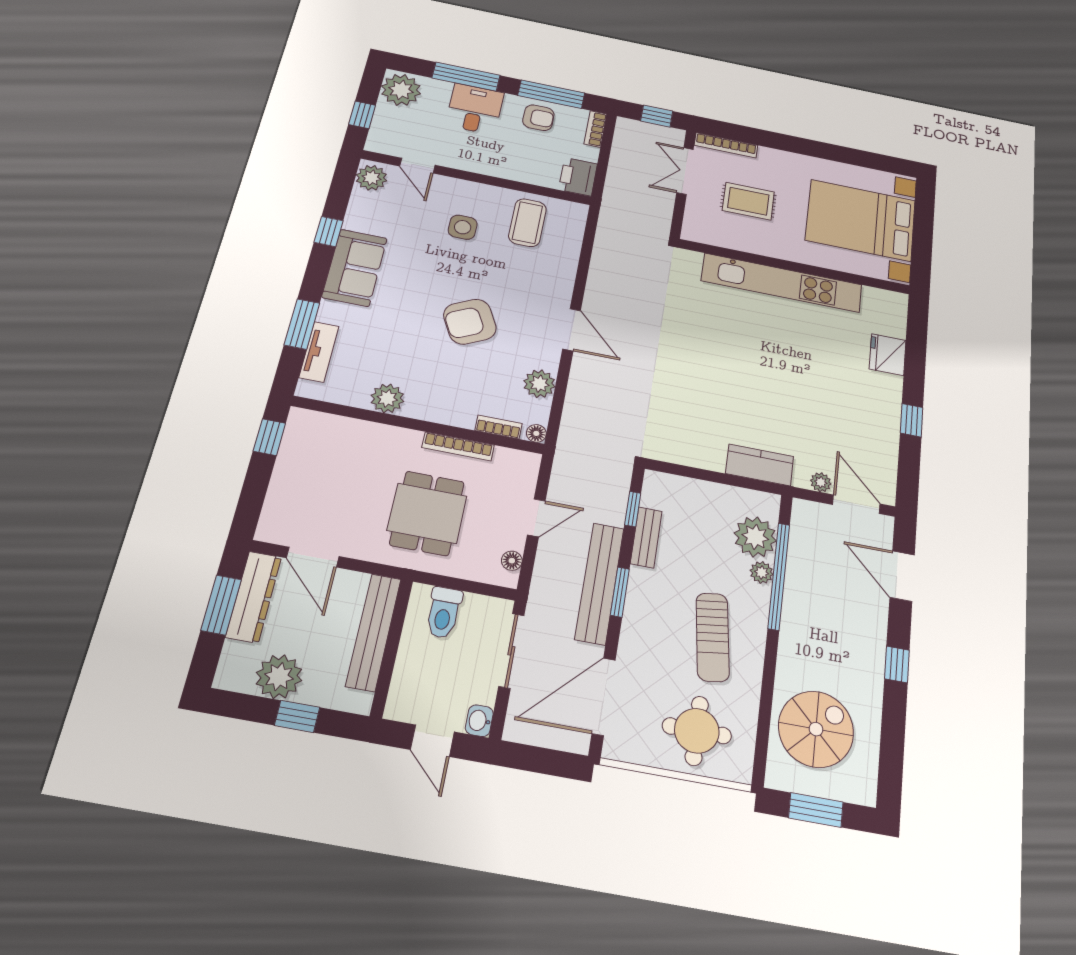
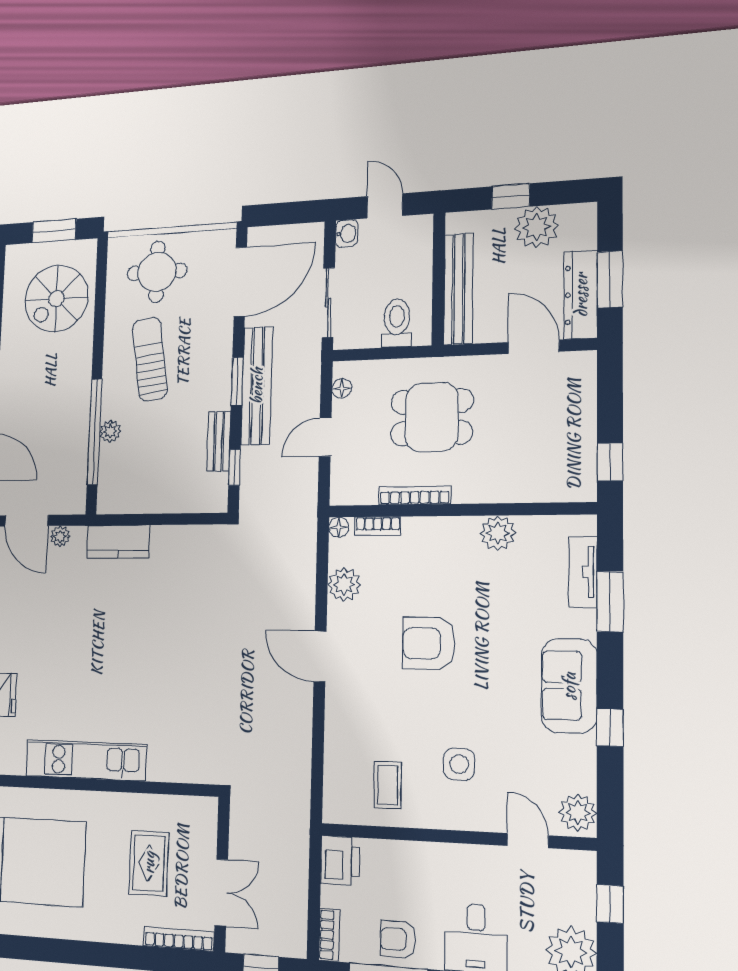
rug: (748, 201) -> (149, 863), turned 90
coffee table: (527, 223) -> (388, 785), width x0.73, depth x0.77
kitchen unit: (782, 283) -> (86, 760), width x0.73
armchair: (470, 322) -> (429, 643), turned -153
dining table: (427, 513) -> (432, 417), turned 90
plant: (755, 537) -> (118, 465), removed

